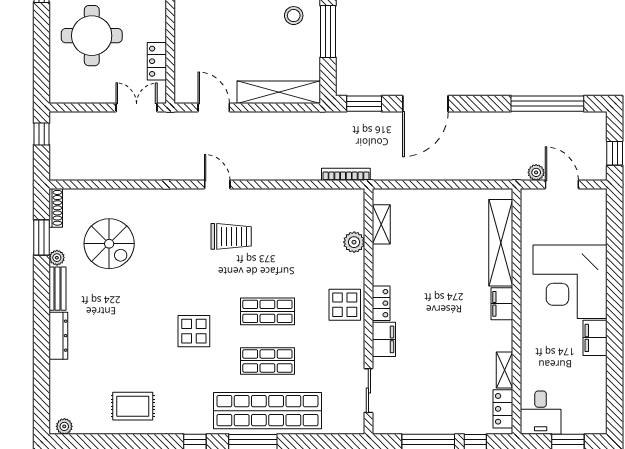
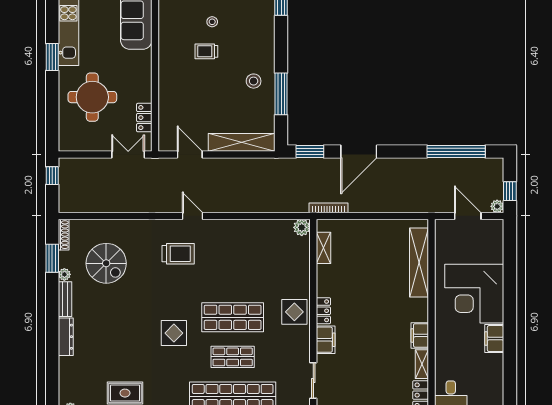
plant: (536, 172) -> (497, 206), moved
bookcase: (346, 174) -> (329, 208), moved
trolley: (231, 236) -> (178, 254), moved
plant: (354, 242) -> (302, 227), moved
filing cabinet: (502, 304) -> (420, 335), moved
shop shelf: (267, 311) -> (233, 317), width x1.43, depth x1.36

